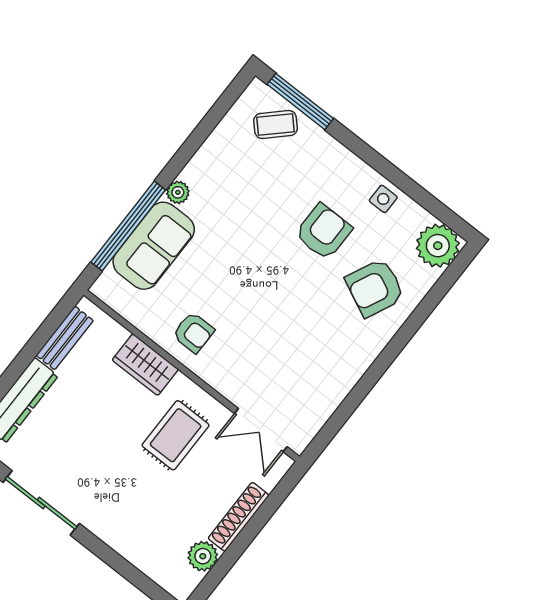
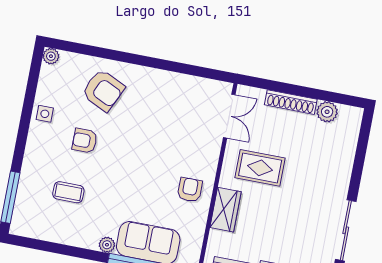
coffee table: (276, 124) -> (68, 192), moved, turned -46
armchair: (323, 232) -> (85, 141), width x0.72, depth x0.72
plant: (438, 246) -> (51, 56), width x0.53, depth x0.53

